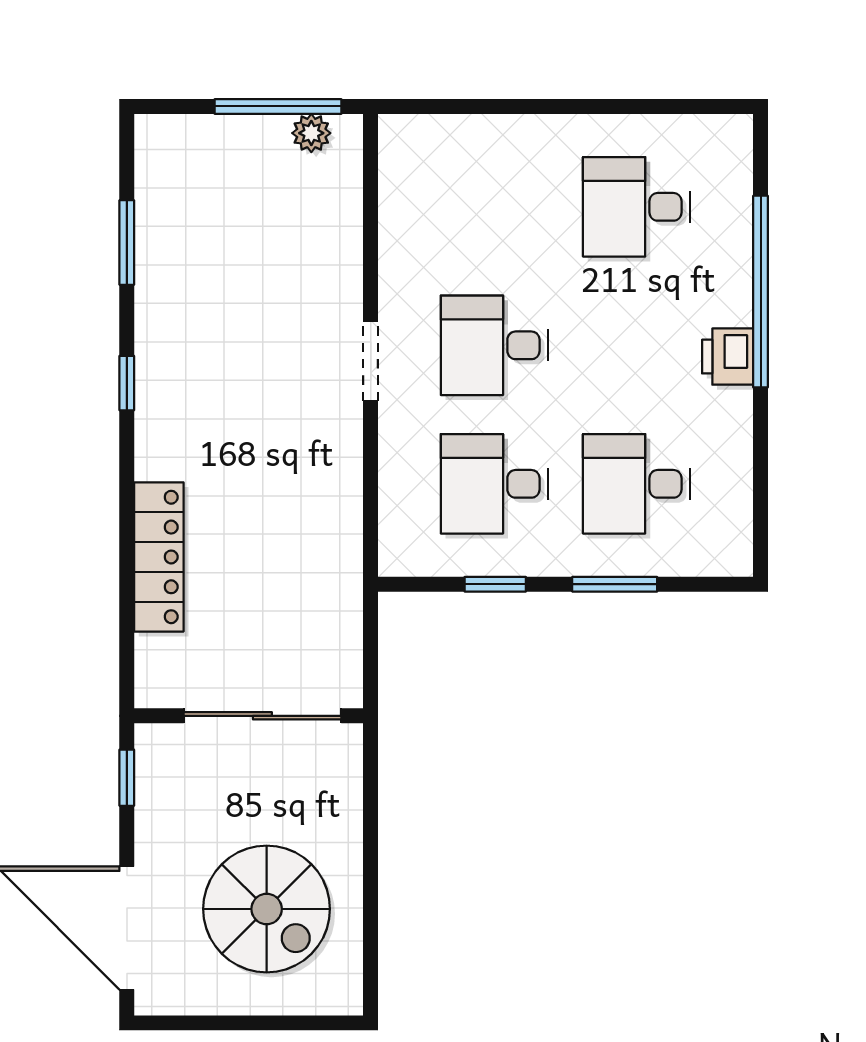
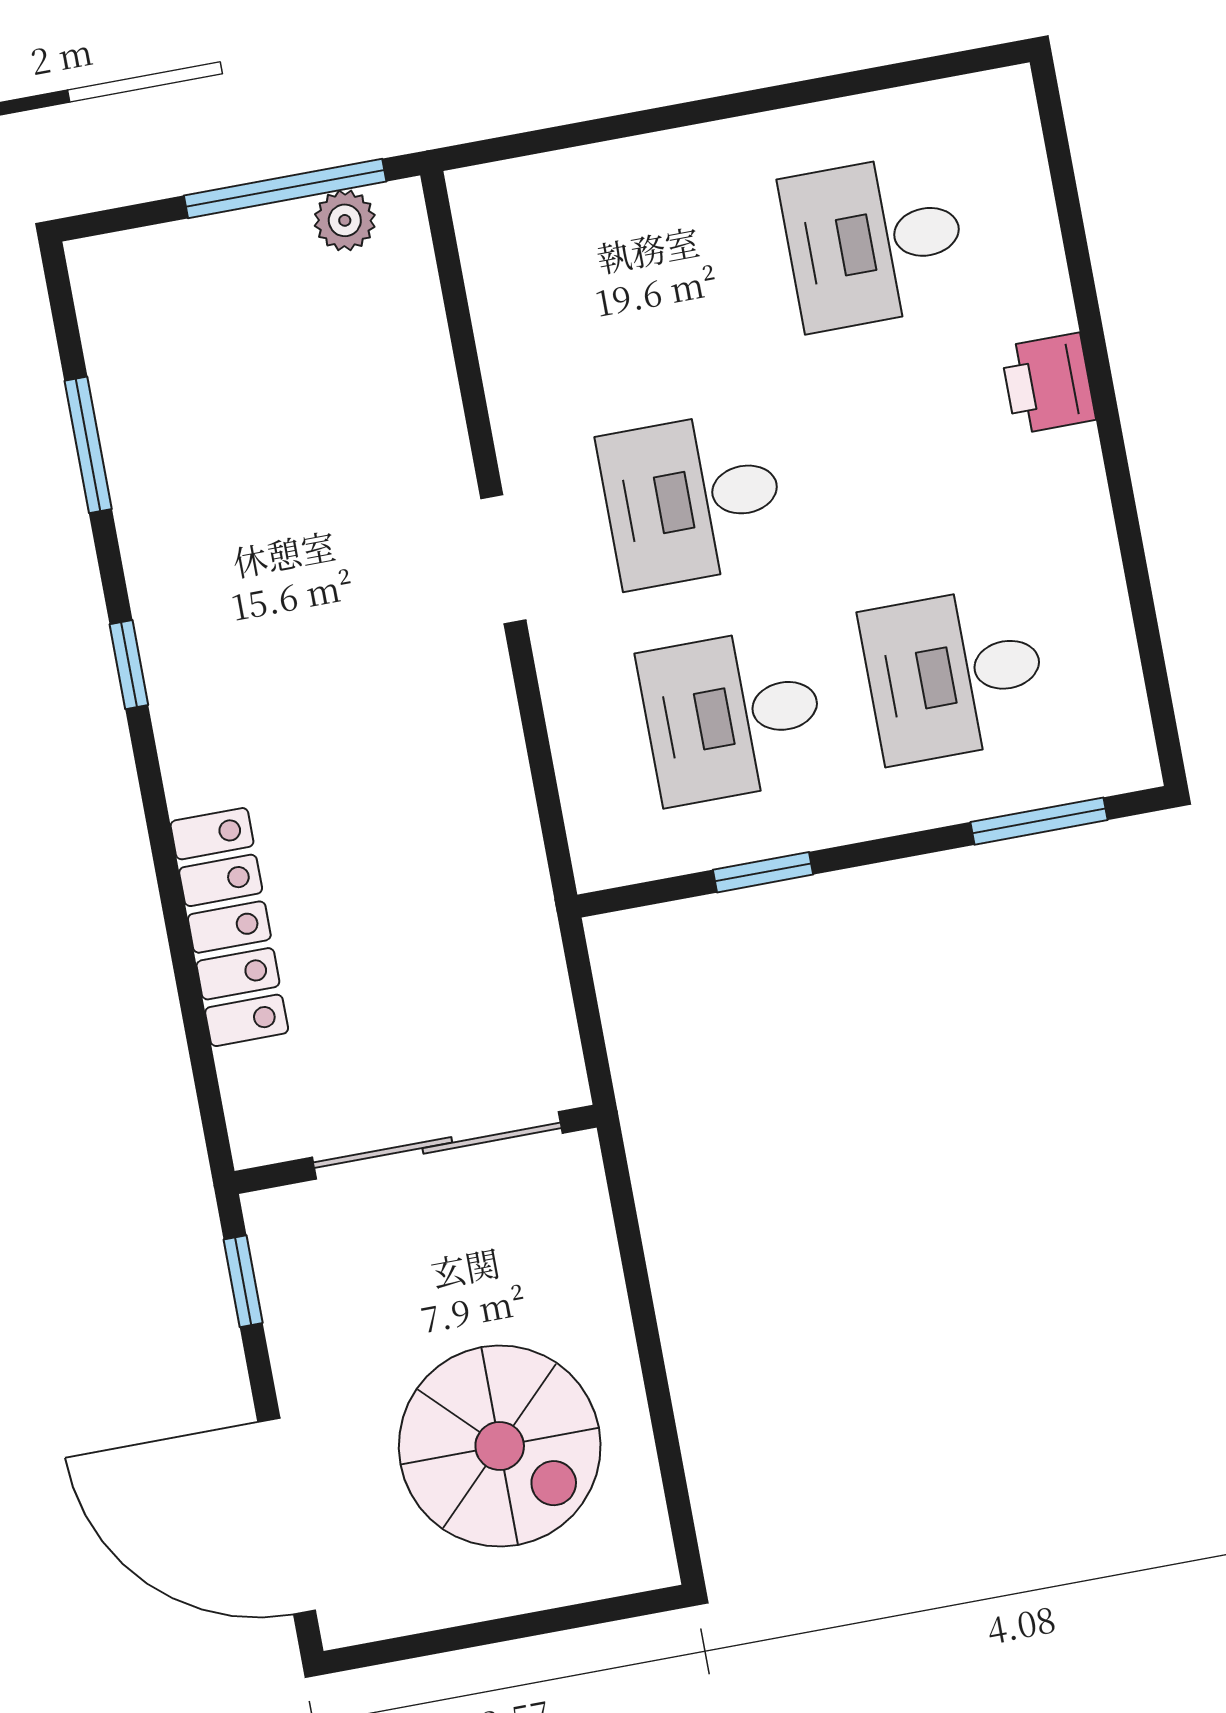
window: (761, 292) -> (1093, 338), removed
printer: (728, 357) -> (1048, 383), moved
window: (615, 584) -> (1039, 821), moved

